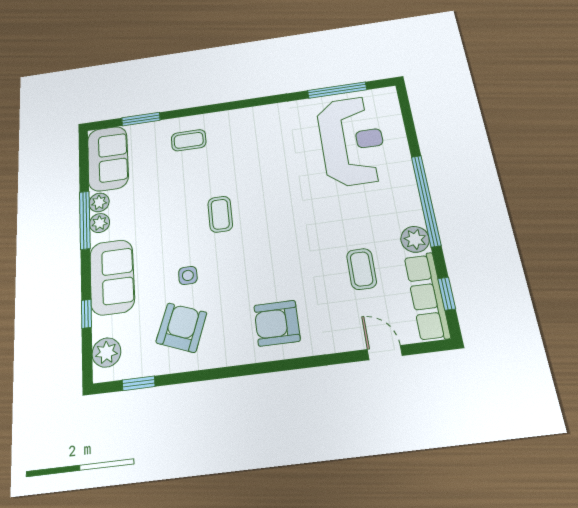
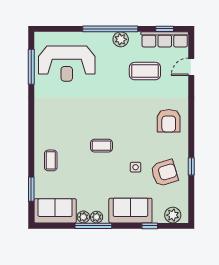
reception desk: (352, 141) -> (67, 64), turned 180
plant: (415, 239) -> (121, 39), moved
coffee table: (361, 269) -> (145, 71), width x1.36, depth x1.30
armchair: (181, 328) -> (164, 173), turned 142
window: (139, 383) -> (191, 166), moved

